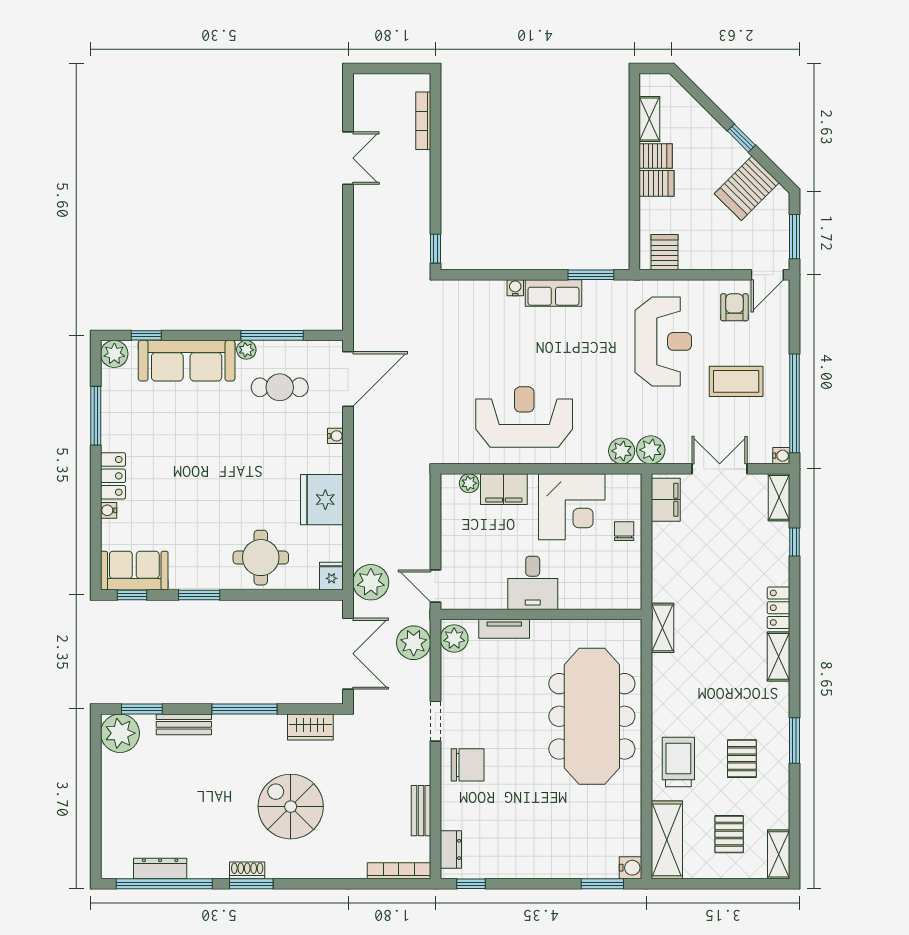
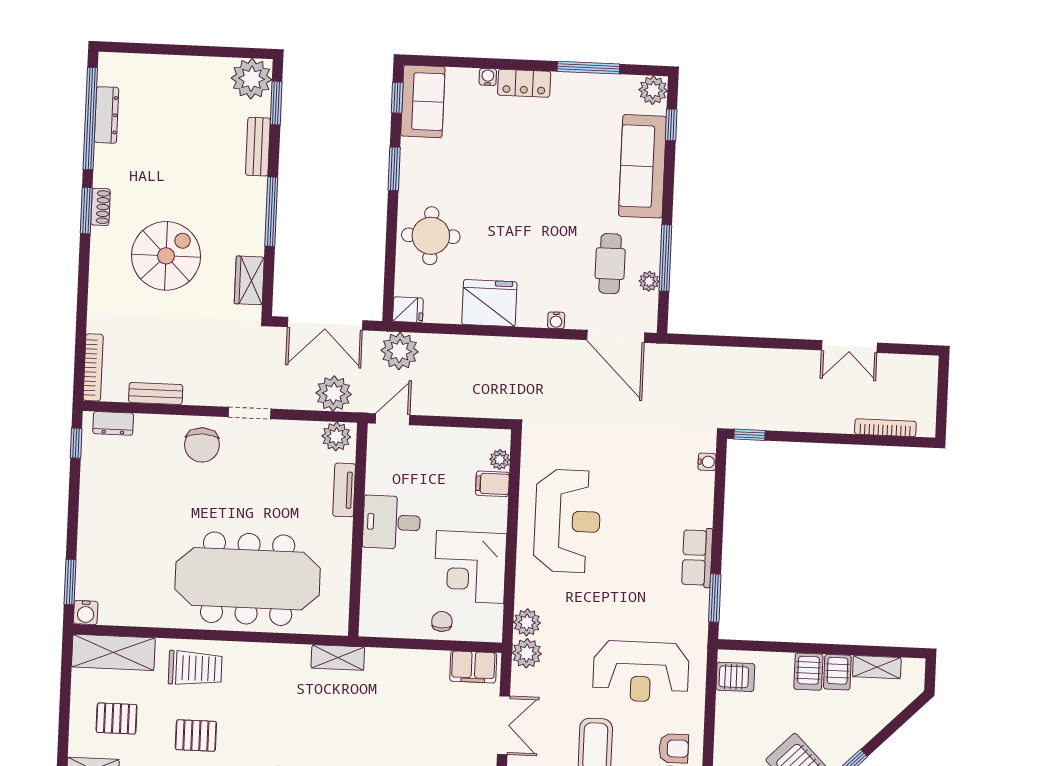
water cooler: (515, 288) -> (707, 462), moved
plant: (246, 350) -> (649, 281), moved
filing cabinet: (504, 489) -> (492, 484), width x0.50
chair: (624, 531) -> (442, 621), turned -90

